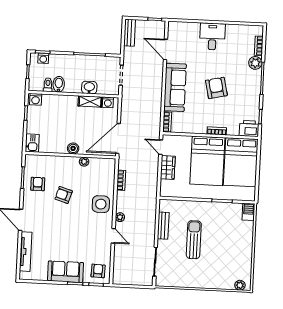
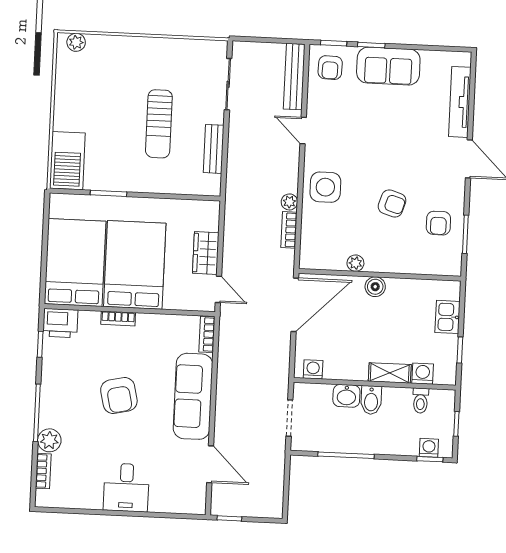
bench: (130, 33) -> (294, 77), moved, width x1.36
bidet: (59, 84) -> (371, 400), moved
washing machine: (36, 99) -> (423, 374), moved
shelving: (90, 101) -> (390, 373), moved
kitchen sink: (32, 143) -> (447, 317), moved
barbecue: (248, 212) -> (67, 161), width x1.88, depth x1.53
plant: (120, 217) -> (289, 202), moved

